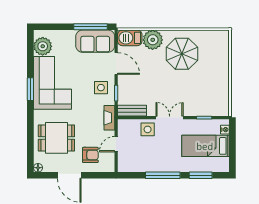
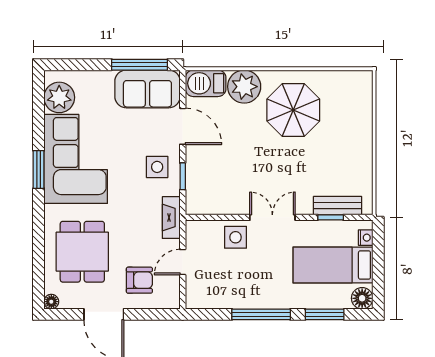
bench: (132, 111) -> (338, 206), moved
dining table: (56, 138) -> (82, 252), turned 90
floor lamp: (223, 166) -> (362, 298), added

